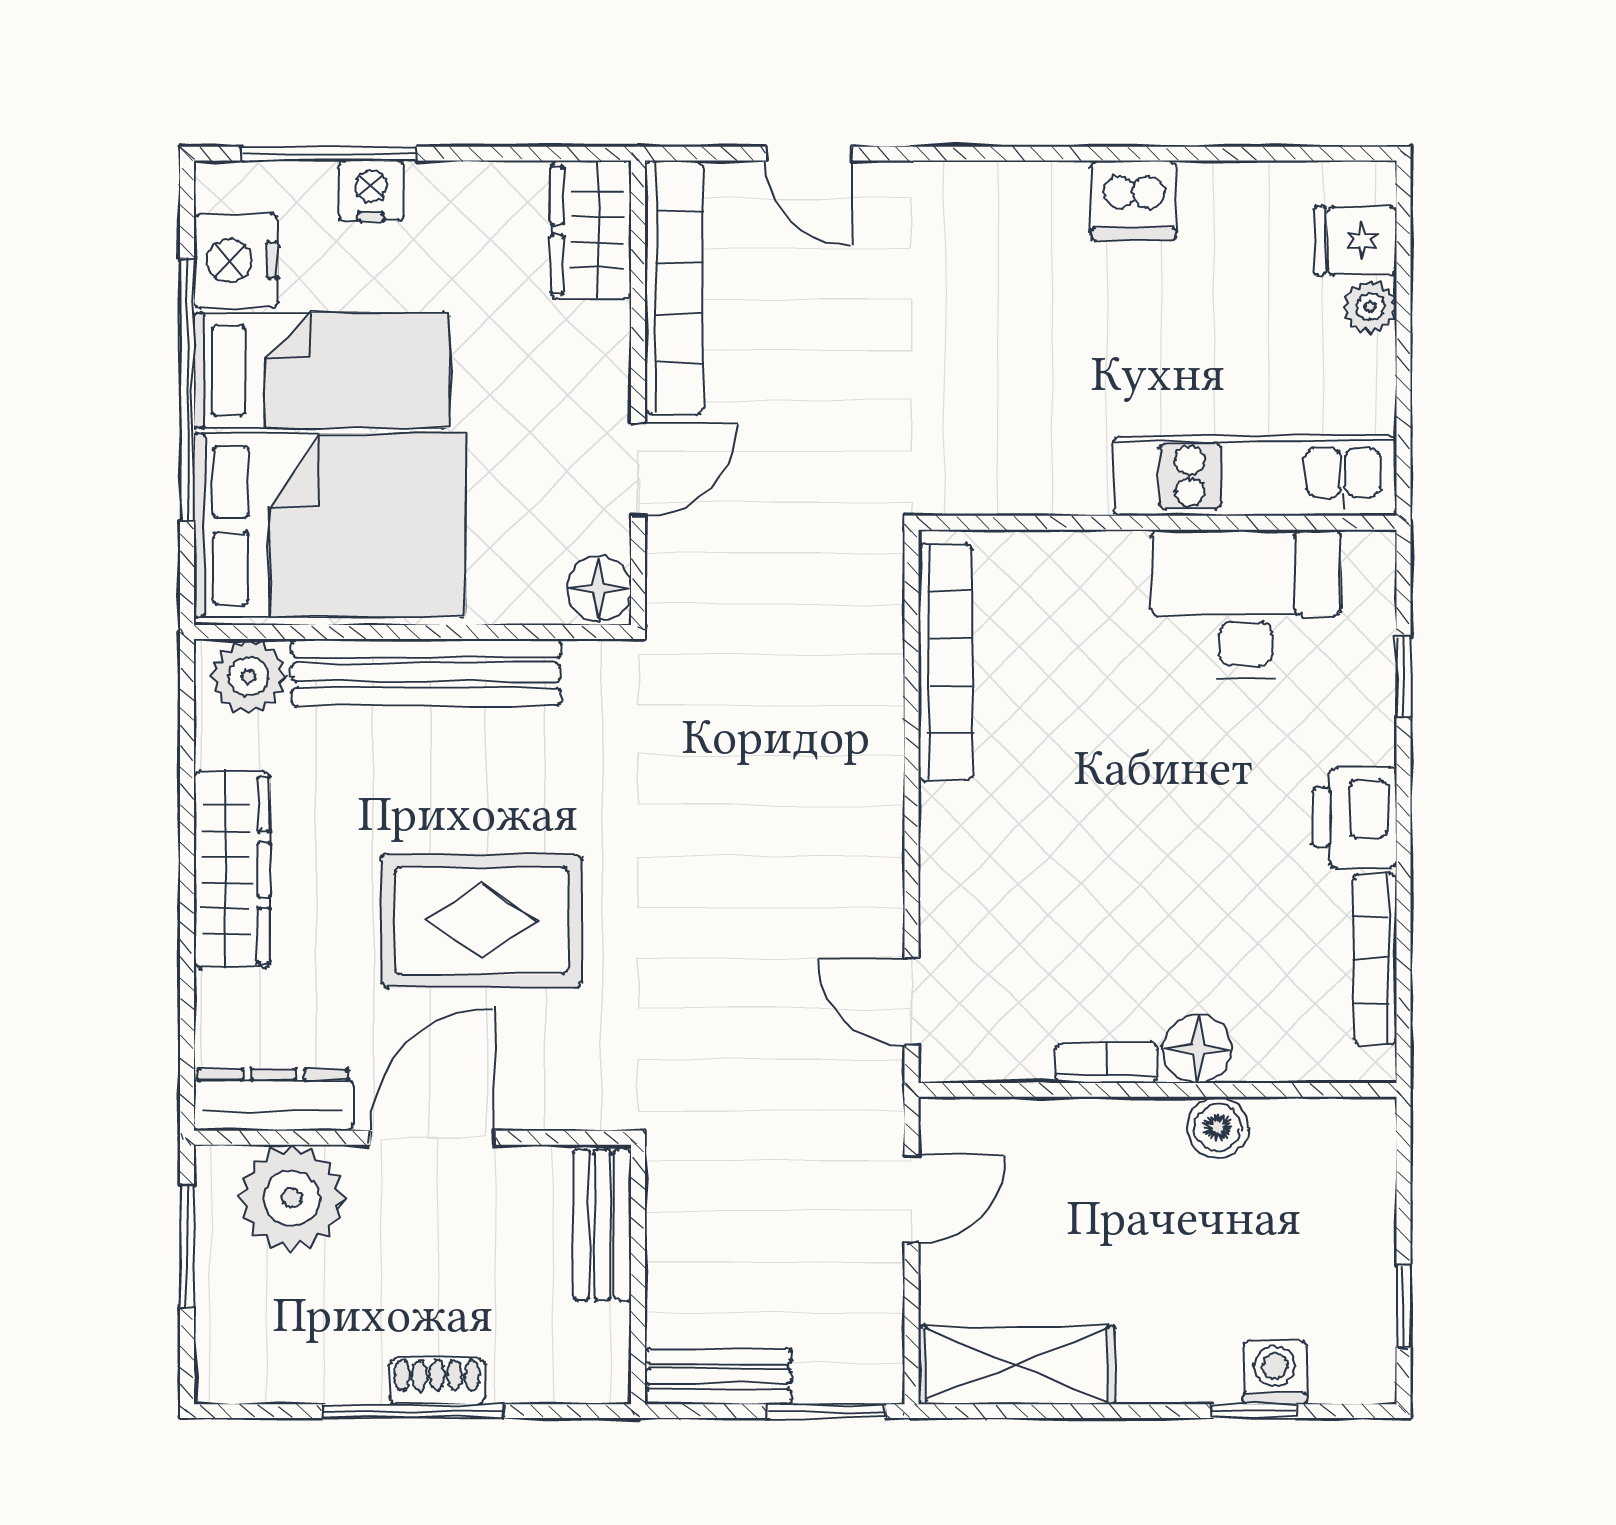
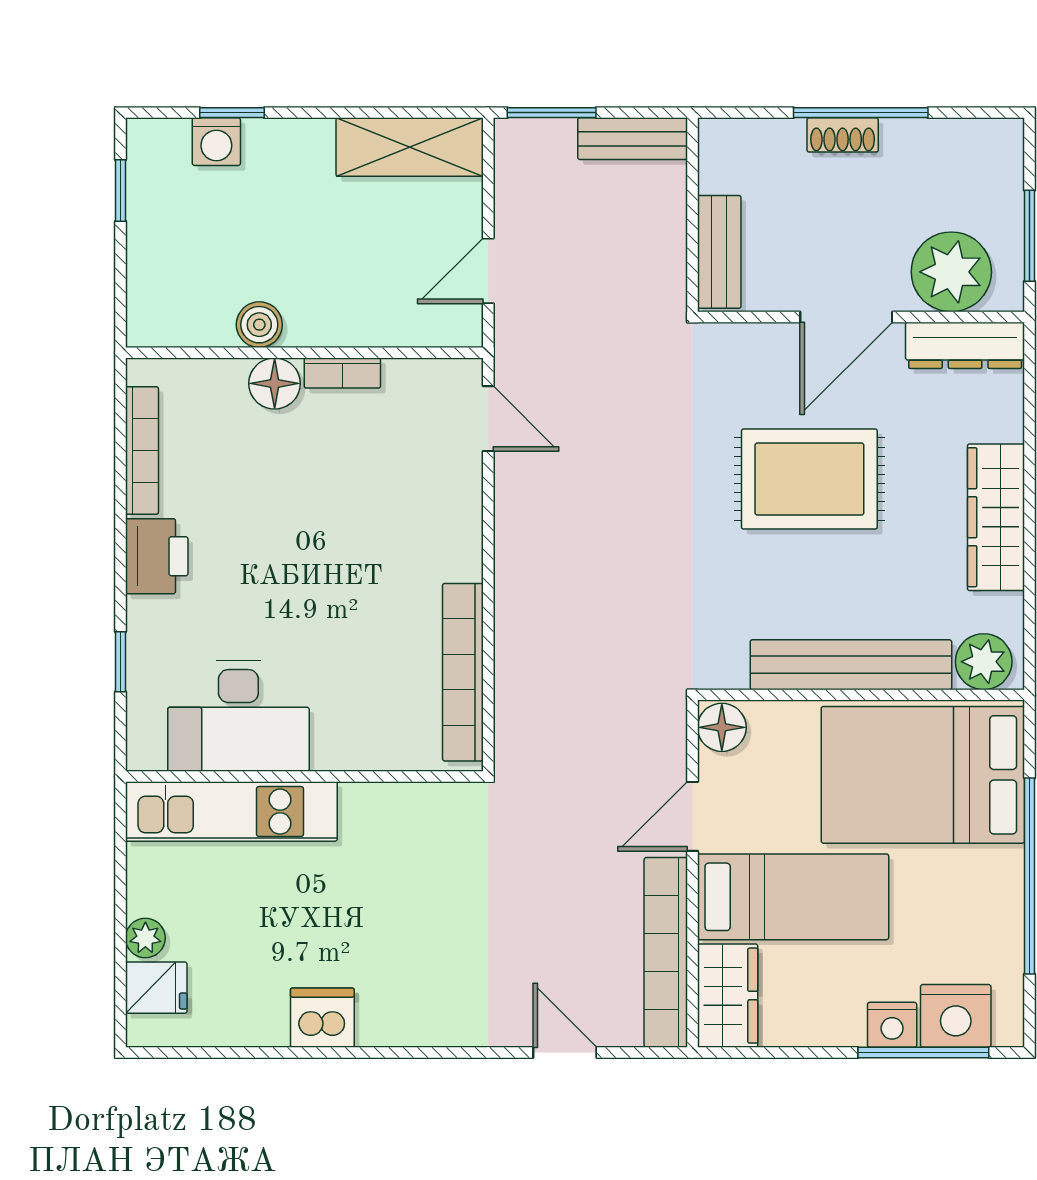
nightstand: (236, 261) -> (956, 1016), moved, turned 90
bed: (322, 370) -> (793, 897), moved, turned 180

